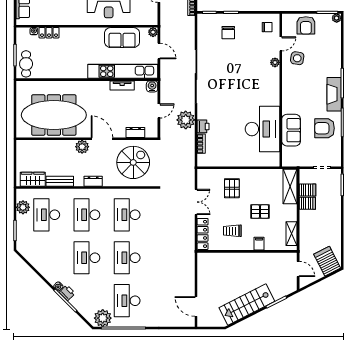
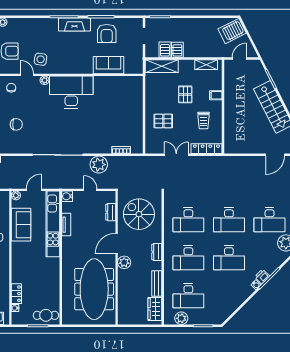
printer: (203, 126) -> (105, 148), removed
desk: (262, 129) -> (71, 92), moved

